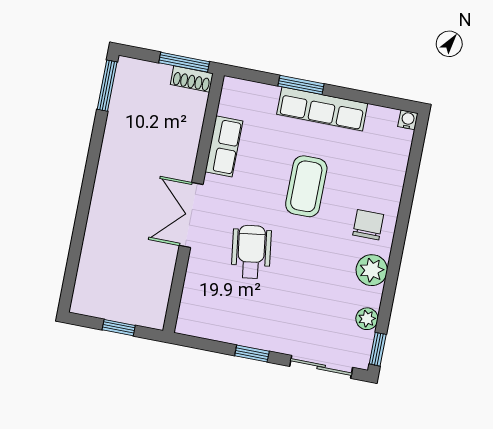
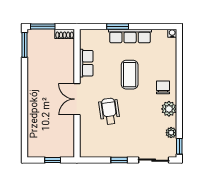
window: (184, 62) -> (43, 26), moved

